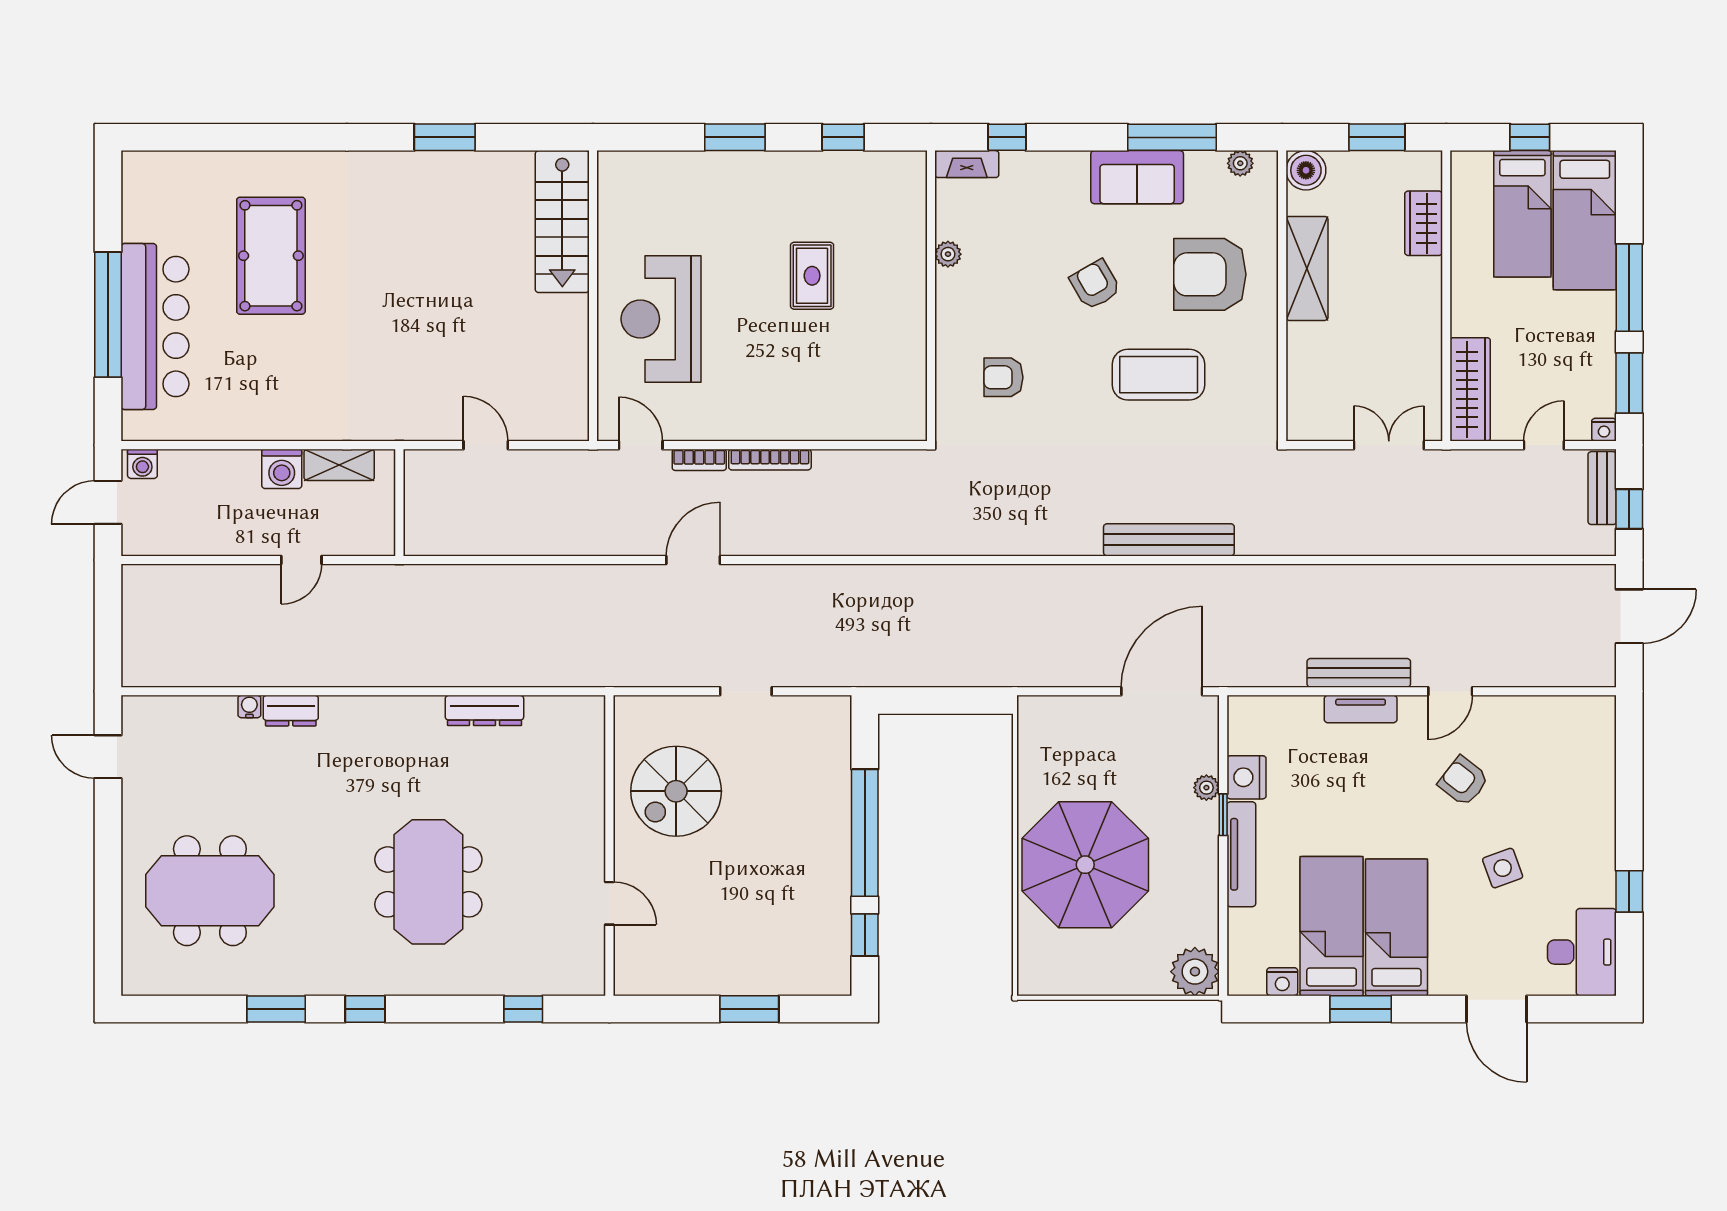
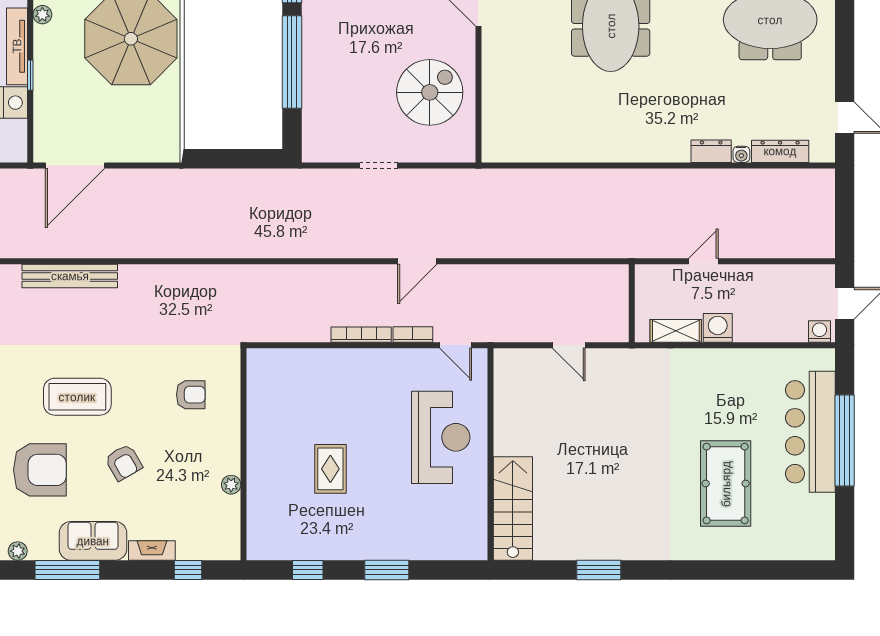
fireplace: (967, 164) -> (152, 550), moved
dresser: (484, 710) -> (780, 151), moved
plant: (1206, 788) -> (42, 15), moved

